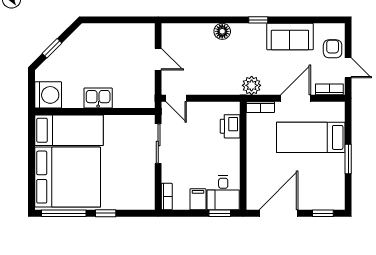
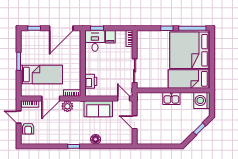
sofa: (290, 37) -> (98, 109), moved, turned 180
plant: (252, 85) -> (67, 106), moved

